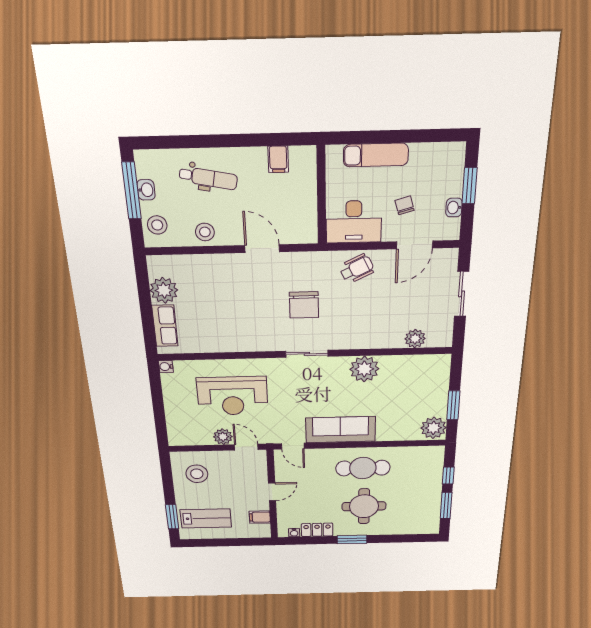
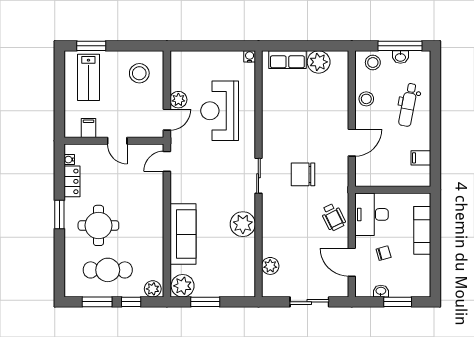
sofa: (340, 430) -> (183, 234), moved
plant: (435, 456) -> (153, 289), added
cafe table: (363, 468) -> (108, 270), moved, turned 90

